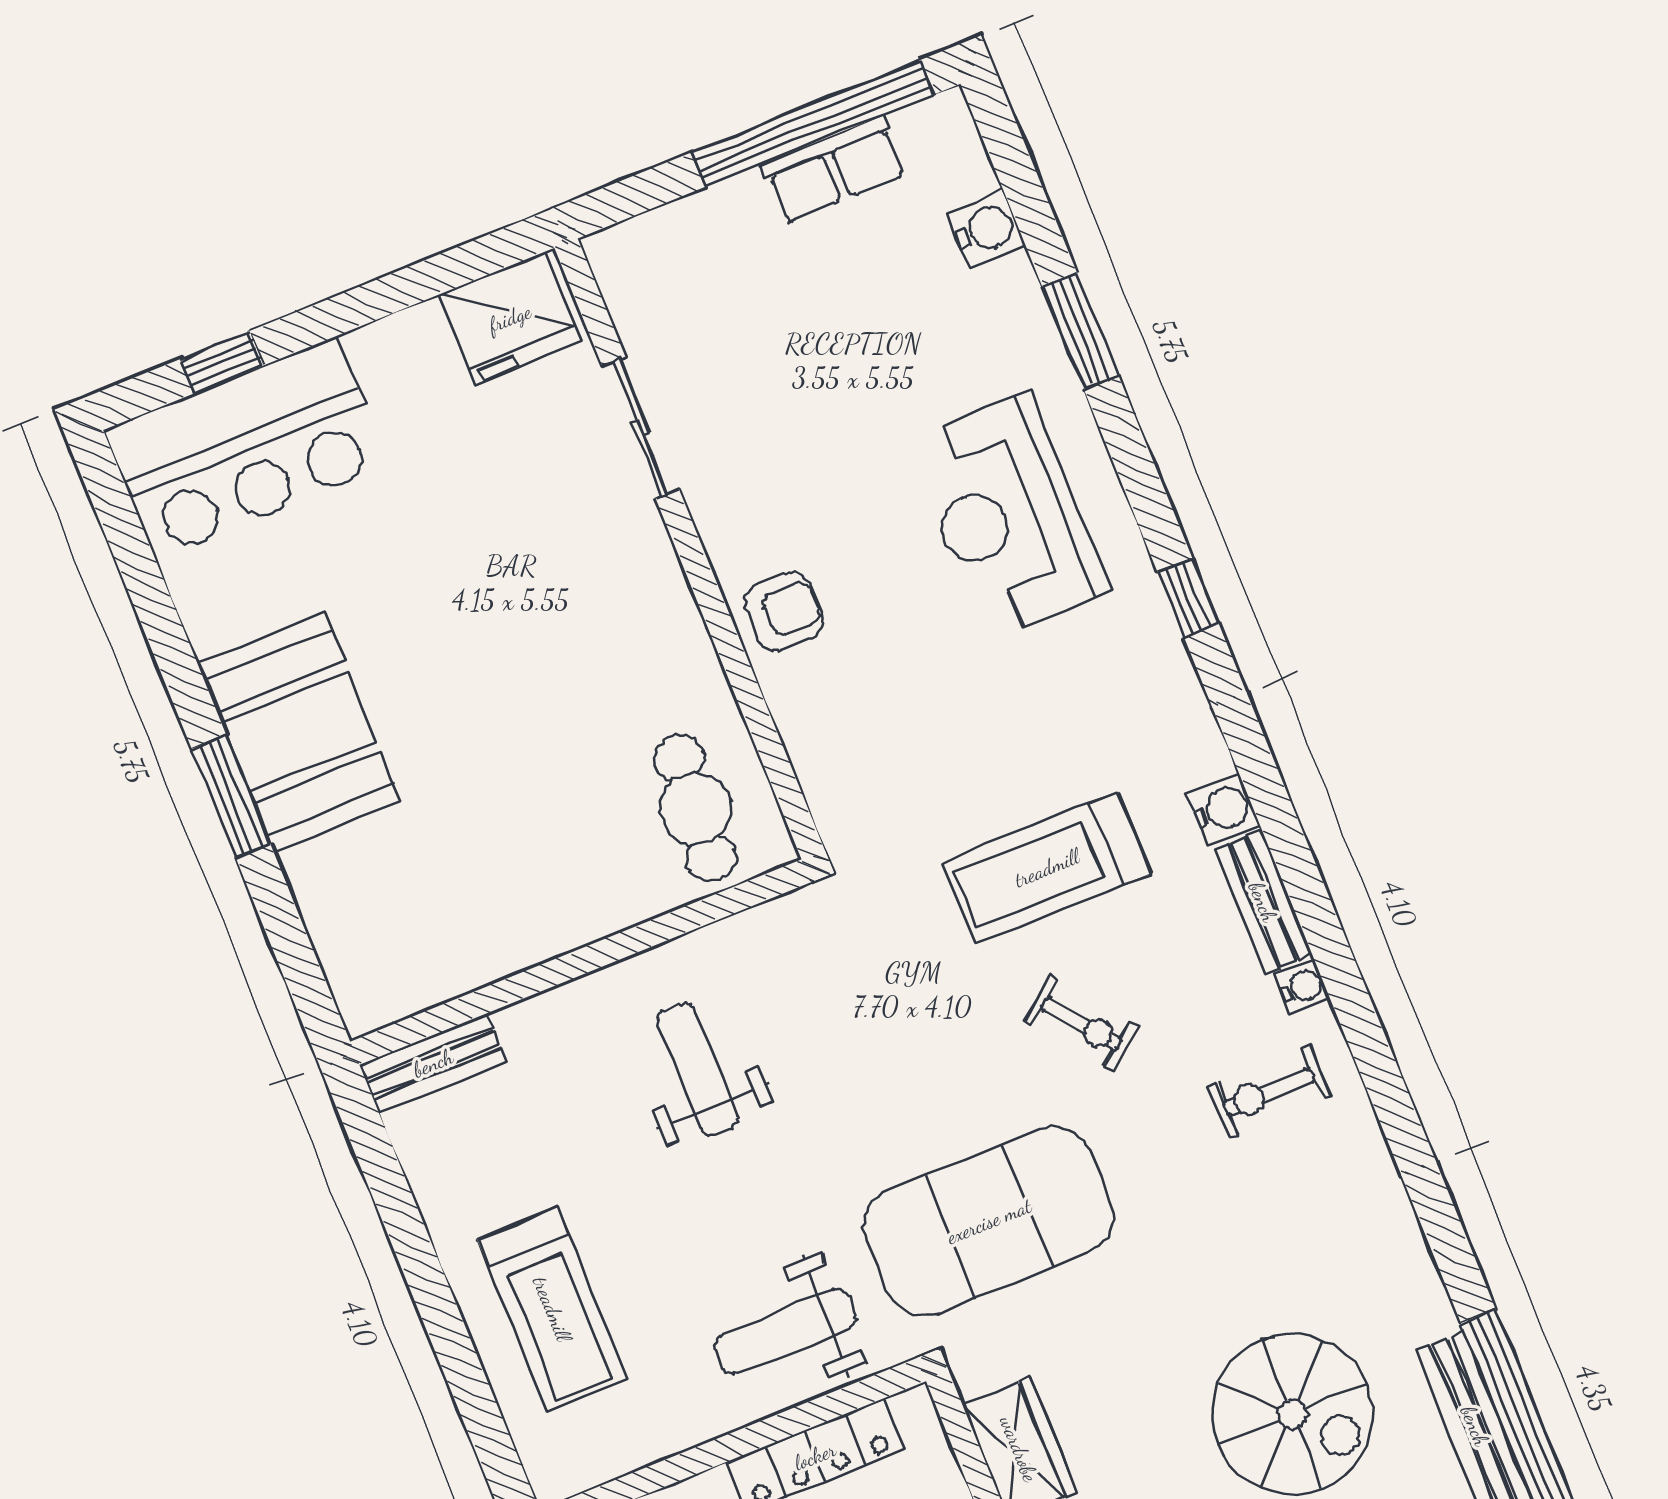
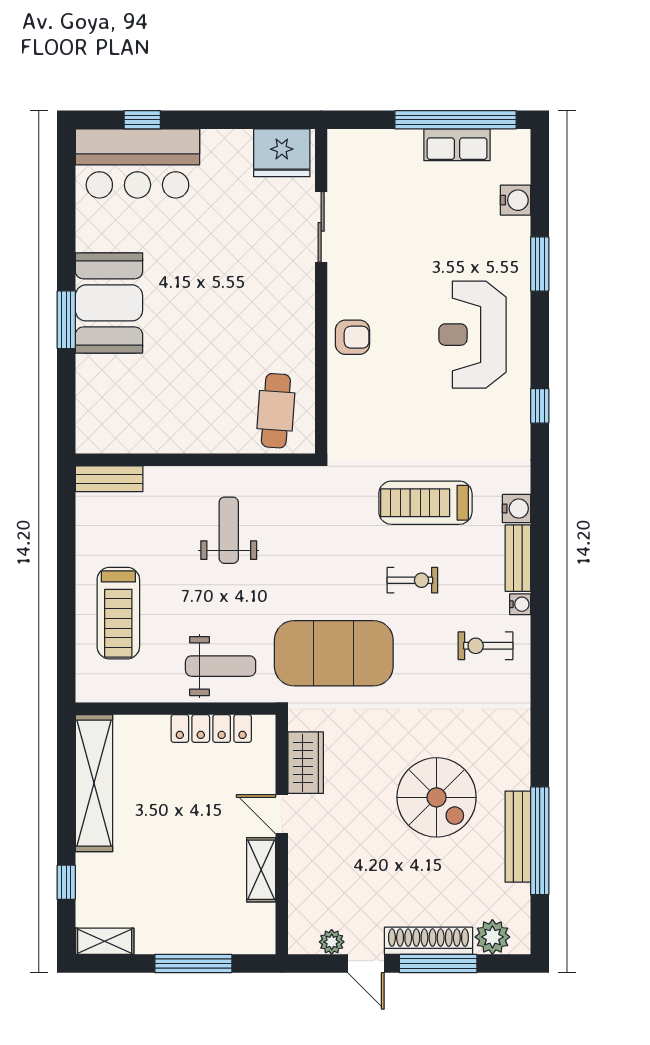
exercise bike: (1081, 1024) -> (412, 580), turned -52
weight bench: (785, 1331) -> (221, 666), turned 180

